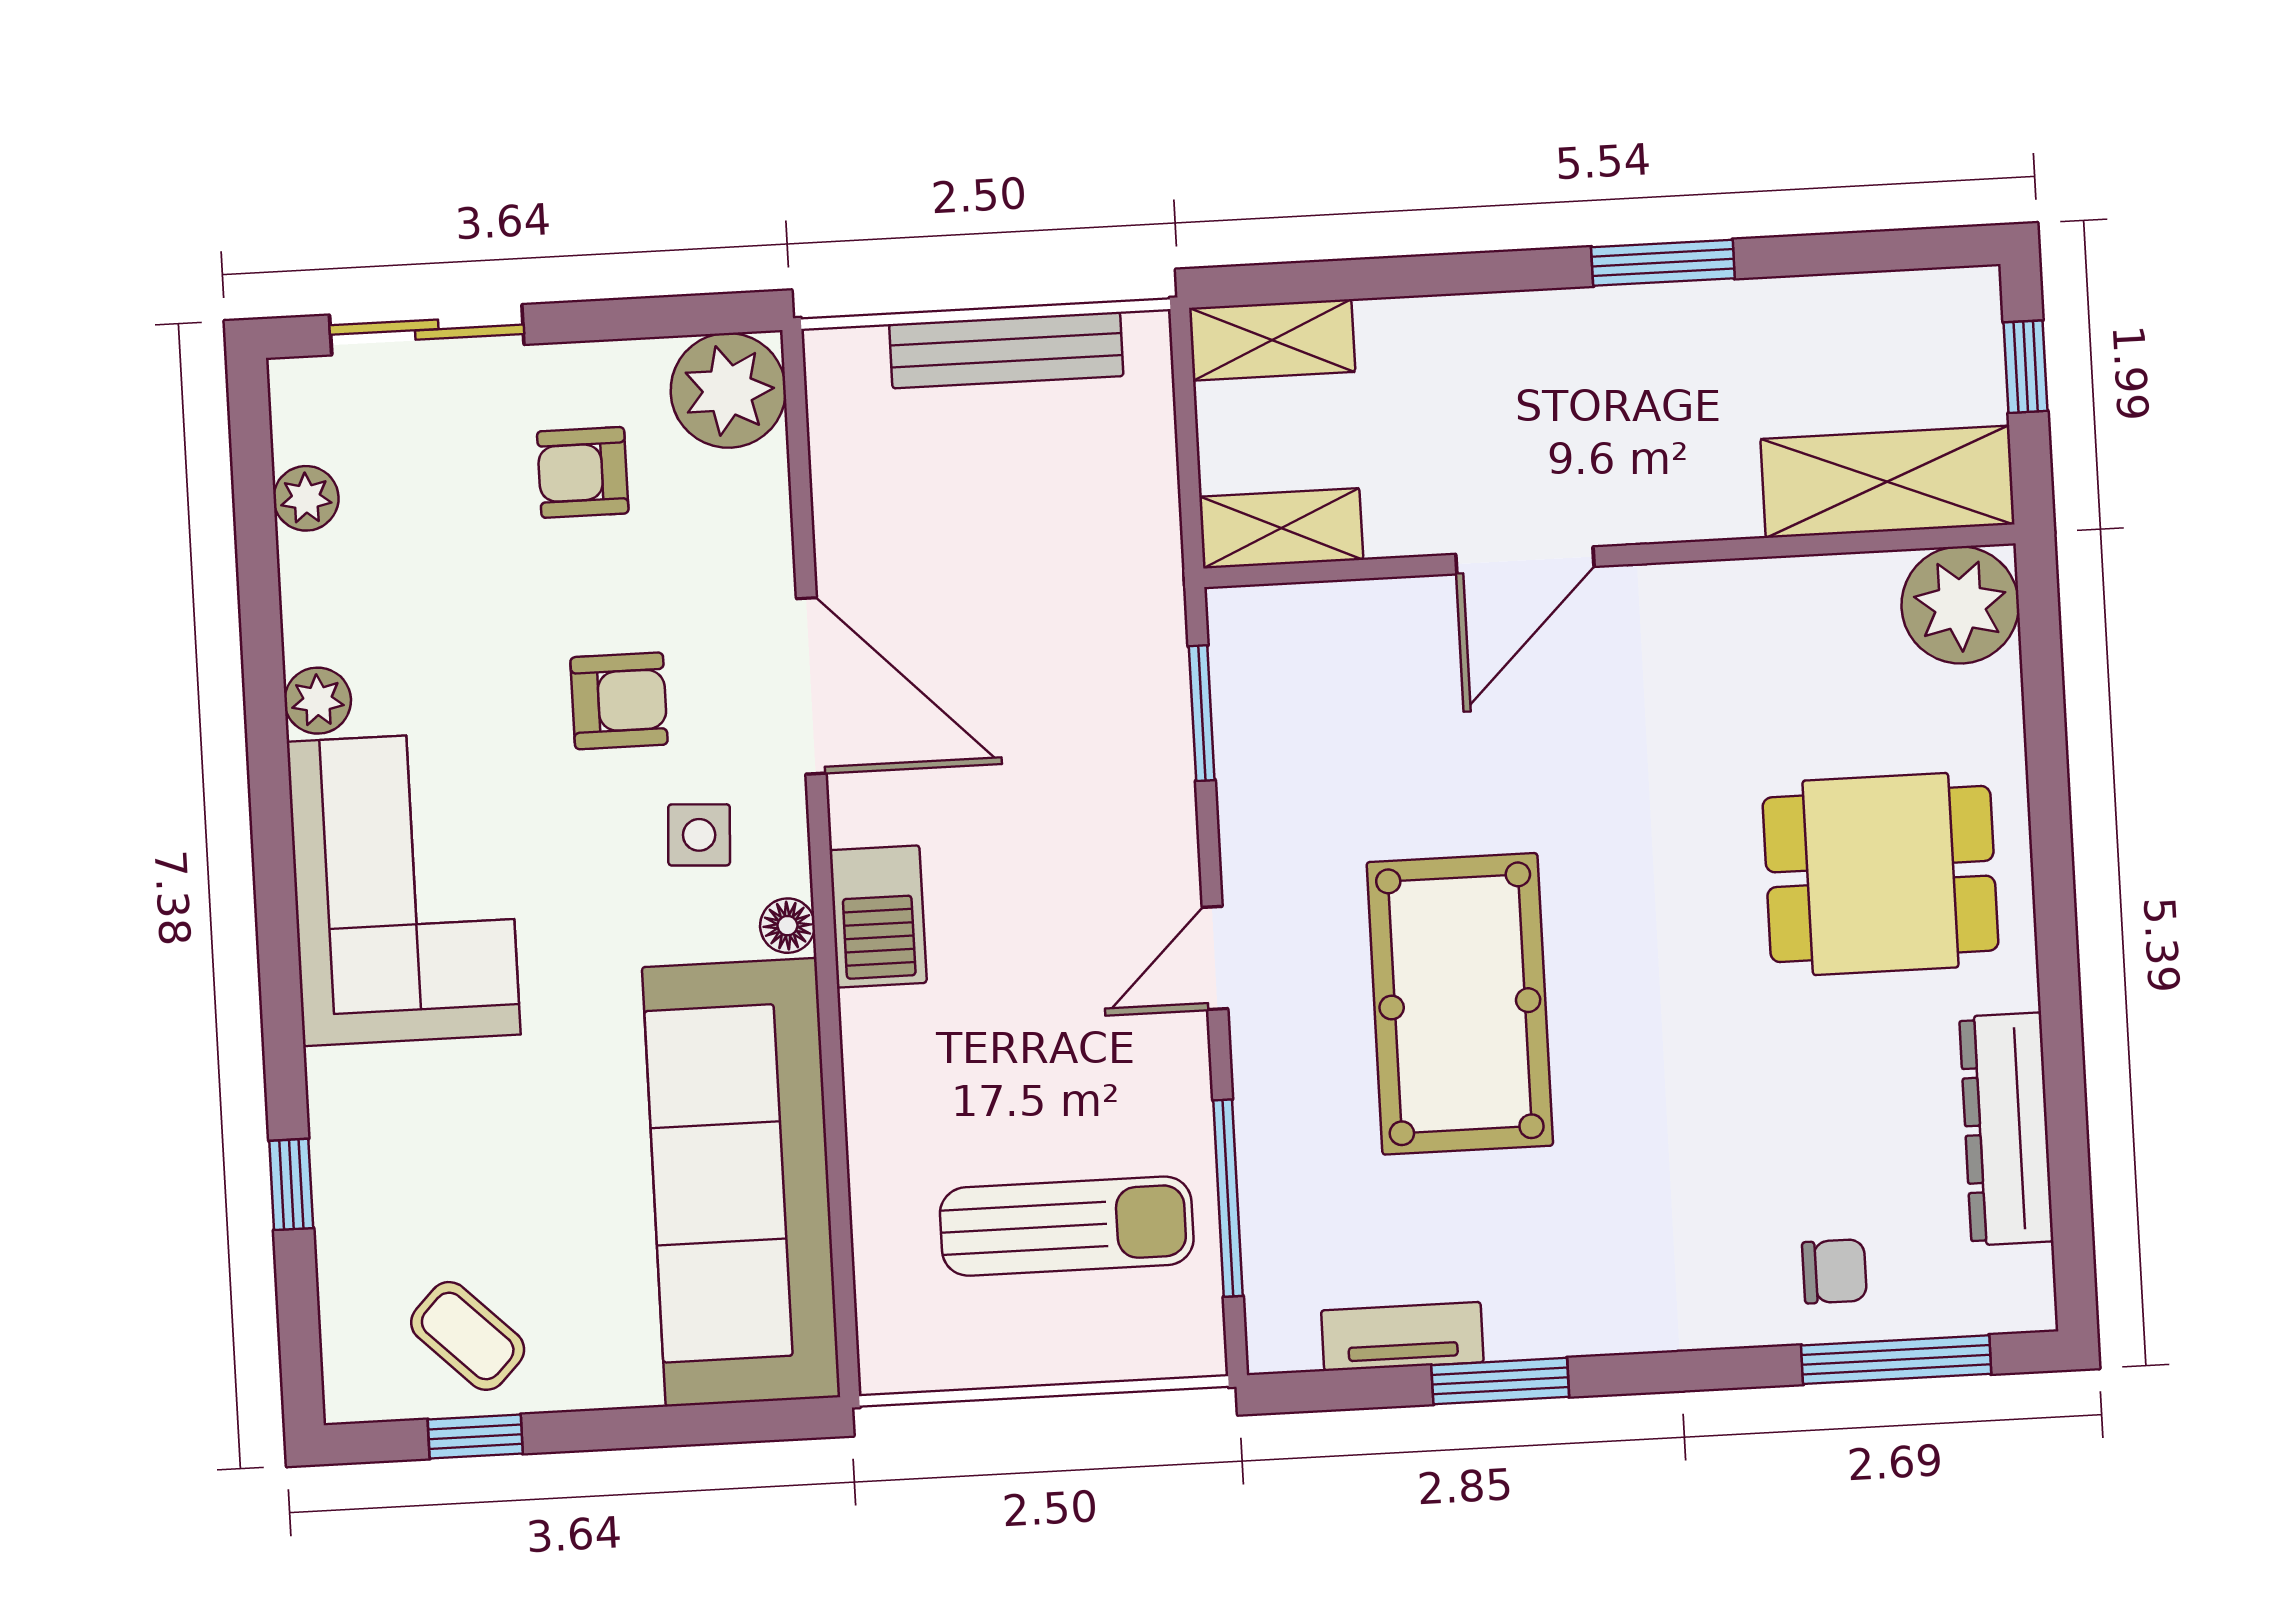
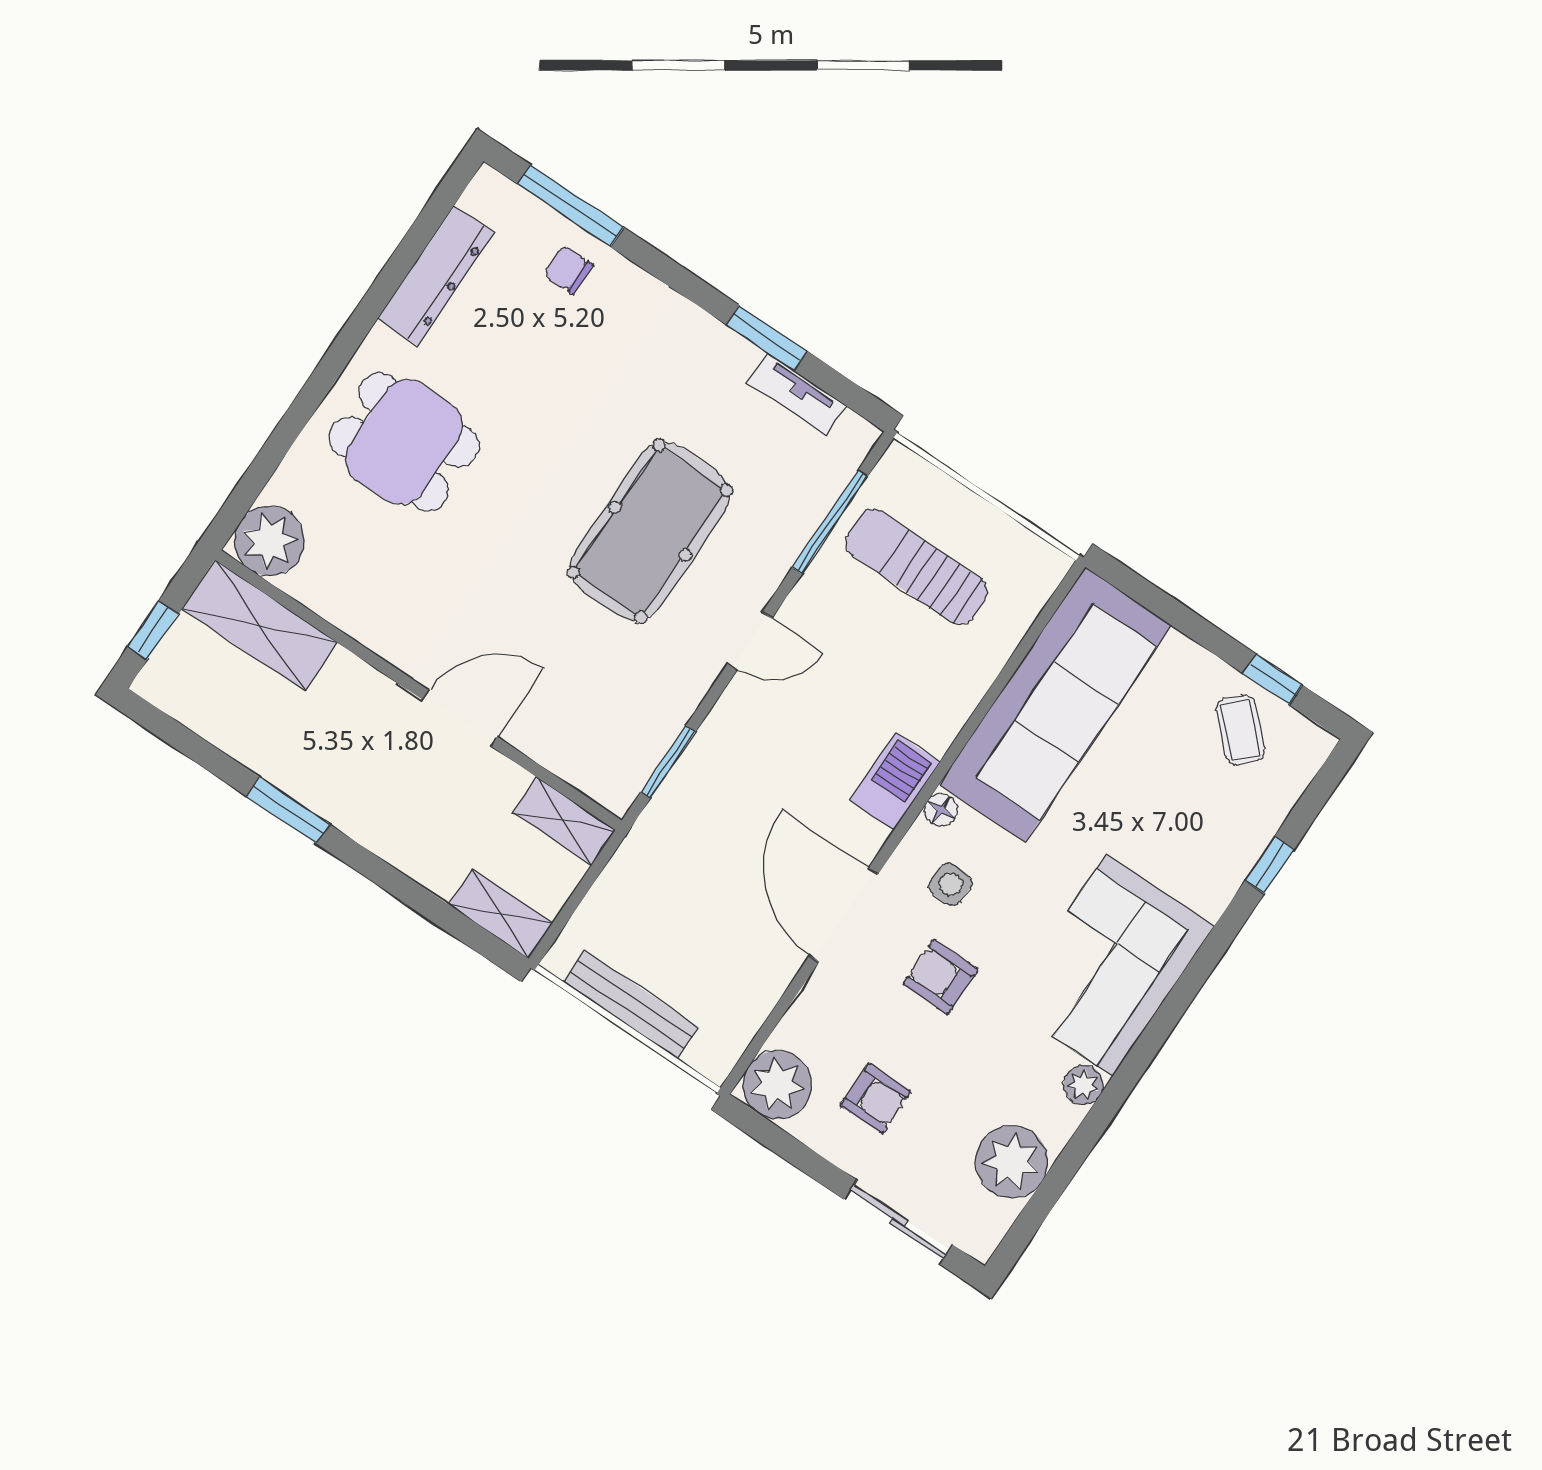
plant: (306, 498) -> (1012, 1162), width x1.87, depth x1.87

